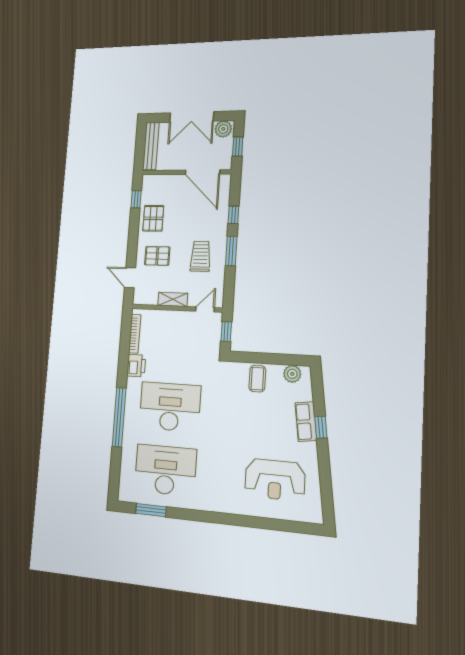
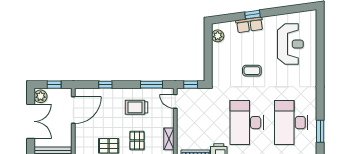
window: (231, 251) -> (151, 85), moved
shelving: (173, 299) -> (169, 139), moved
coffee table: (257, 379) -> (252, 71), moved

